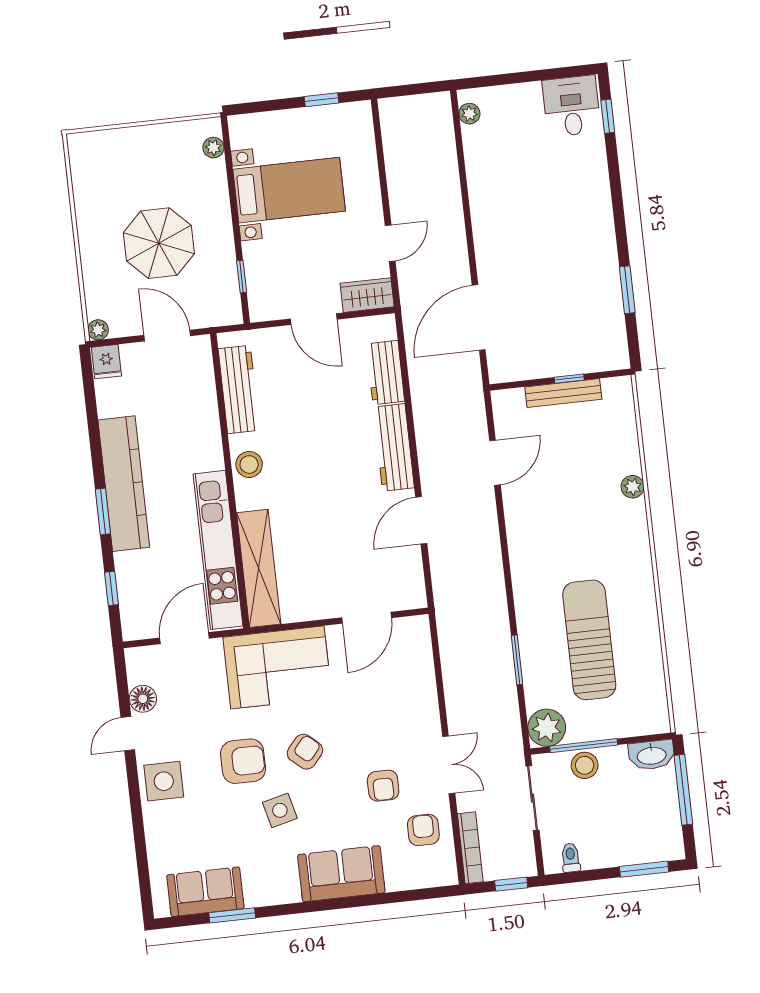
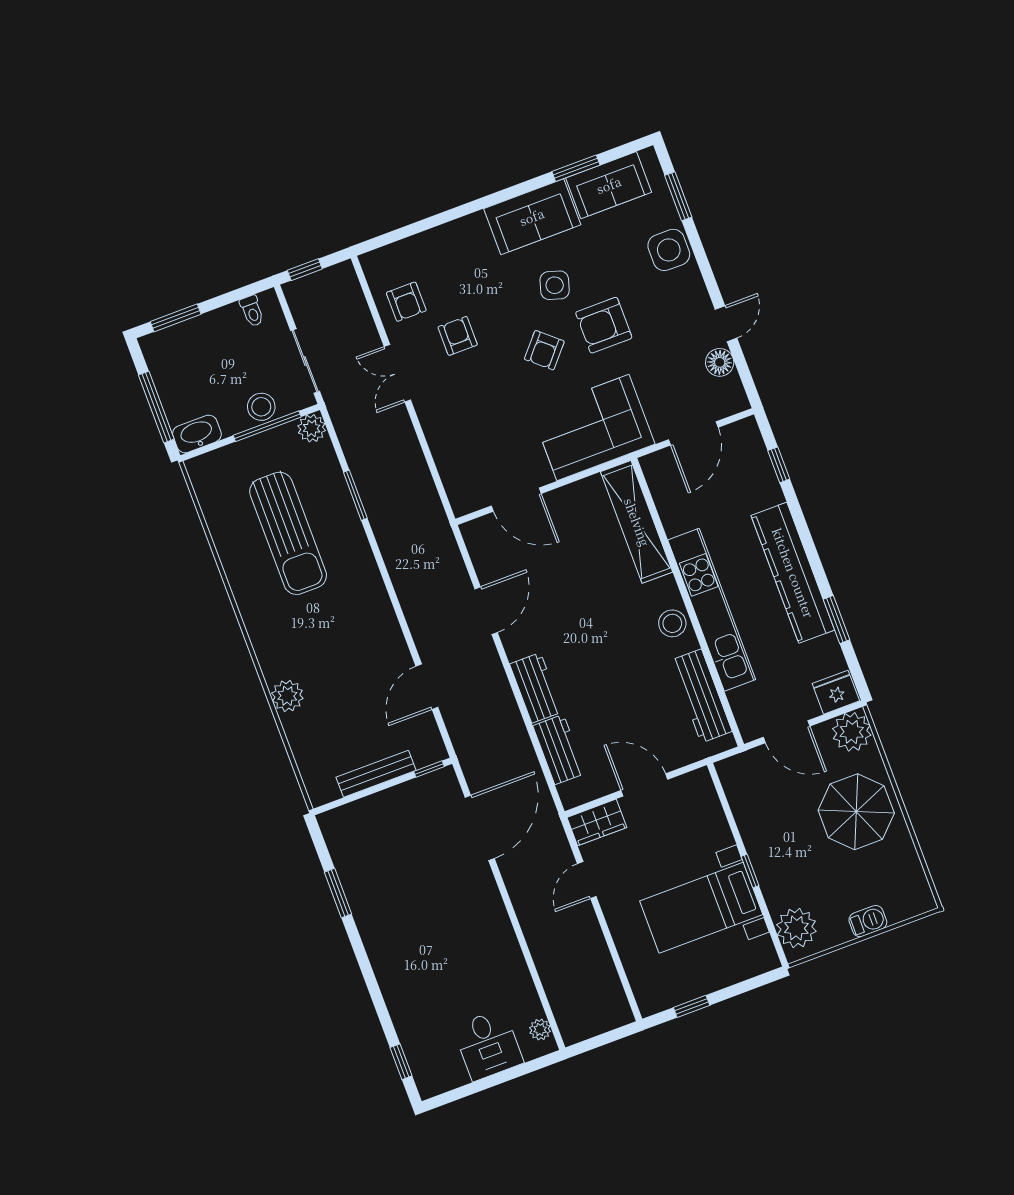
desk: (571, 106) -> (488, 1045), moved
barbecue: (135, 138) -> (868, 921), added
plant: (213, 148) -> (796, 928), width x1.88, depth x1.88
parasol: (159, 243) -> (856, 812), moved
window: (242, 277) -> (750, 871), moved
plant: (98, 330) -> (852, 732), width x1.88, depth x1.88
fridge: (106, 362) -> (836, 692), width x1.38
window: (569, 379) -> (429, 769), moved
workbench: (394, 447) -> (536, 688), width x0.73
plant: (633, 487) -> (287, 696), width x1.38, depth x1.38
window: (103, 511) -> (837, 620), moved
kitchen unit: (218, 550) -> (712, 610), moved
door: (367, 618) -> (516, 500), swing flipped
plant: (547, 728) -> (312, 428), width x0.73, depth x0.73
side table: (164, 781) -> (669, 250), moved
side table: (280, 810) -> (555, 285), turned 31
bookcase: (470, 848) -> (355, 296), removed
window: (143, 865) -> (678, 196), added
sofa: (341, 874) -> (532, 217), moved

